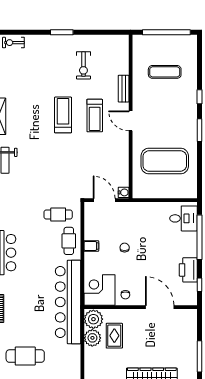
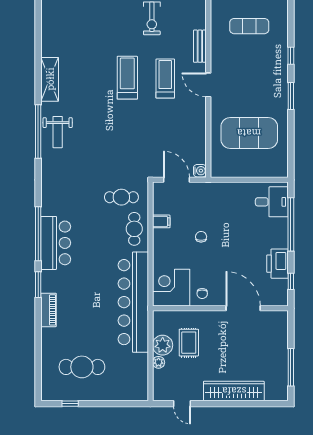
treadmill: (95, 116) -> (165, 78), turned 180
filing cabinet: (91, 246) -> (161, 221), moved
plant: (93, 319) -> (159, 362), moved, width x0.53, depth x0.53

